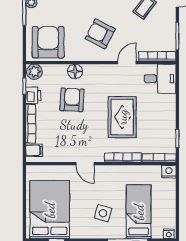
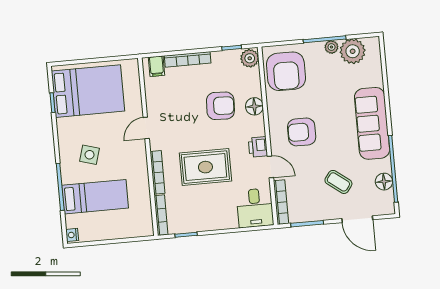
armchair: (100, 34) -> (302, 132), turned -117
armchair: (48, 42) -> (286, 71), turned 90
printer: (33, 95) -> (258, 147), moved, turned 90
nightstand: (169, 172) -> (146, 228), removed

